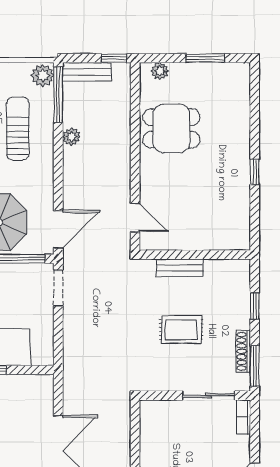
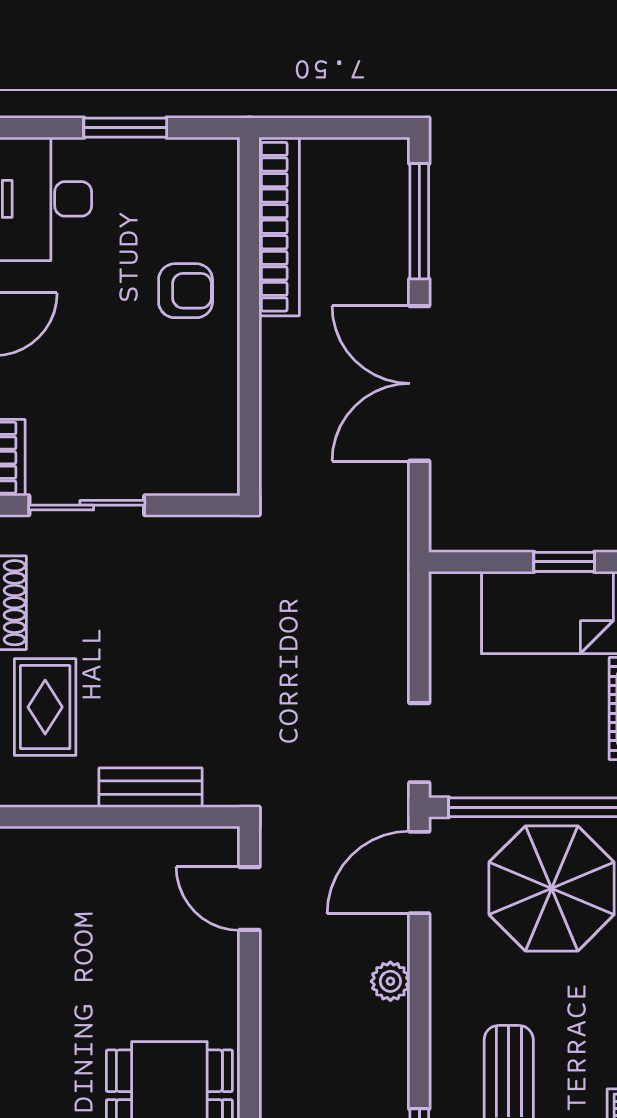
plant: (71, 137) -> (390, 981), moved
rug: (181, 330) -> (45, 707), moved, turned 90

